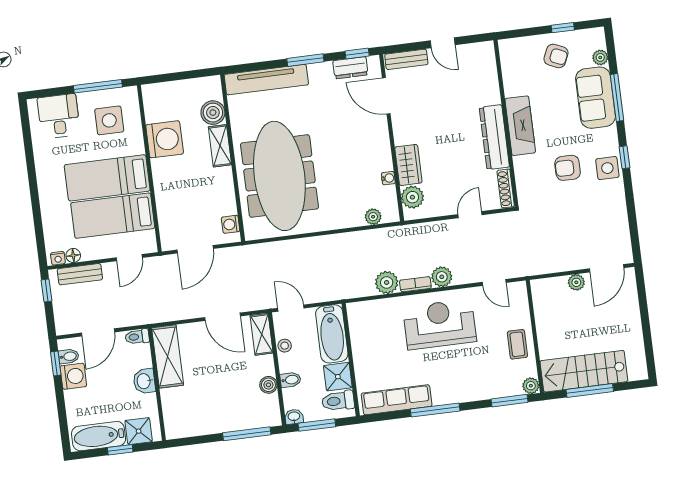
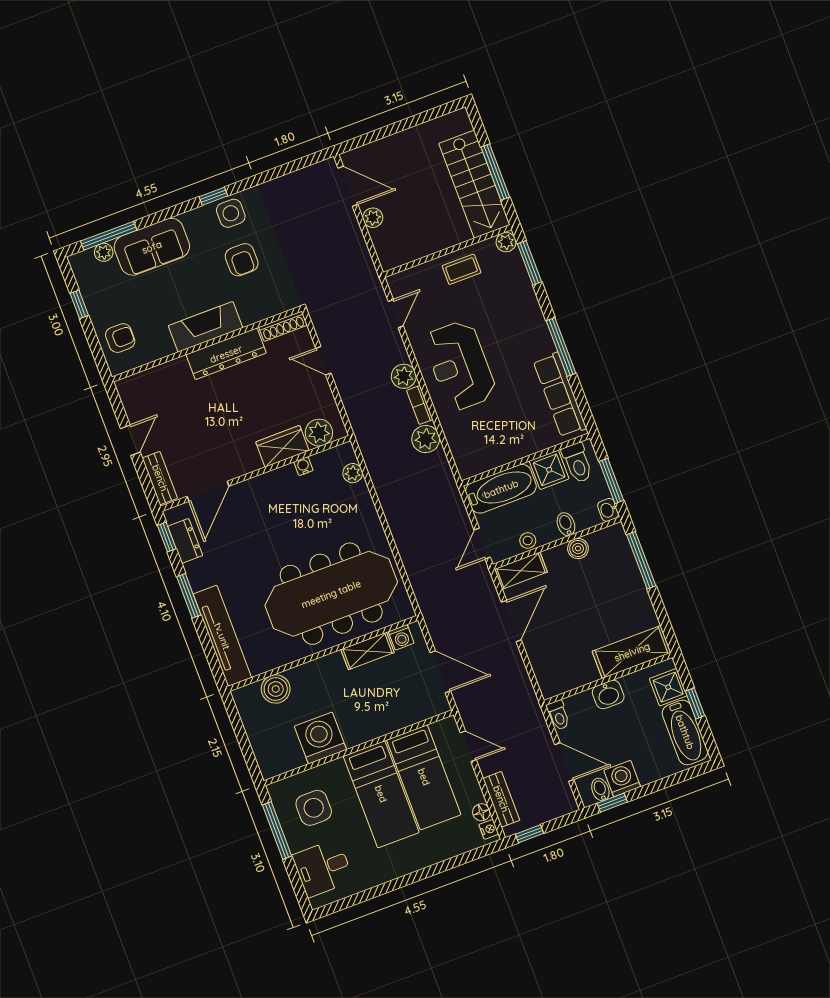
armchair: (556, 56) -> (120, 338), moved, turned 66
window: (617, 98) -> (109, 236), moved
shelving: (220, 146) -> (367, 651), moved
shelving: (168, 356) -> (632, 652), moved

